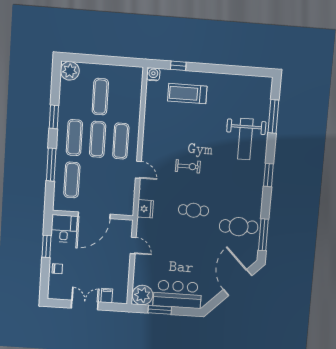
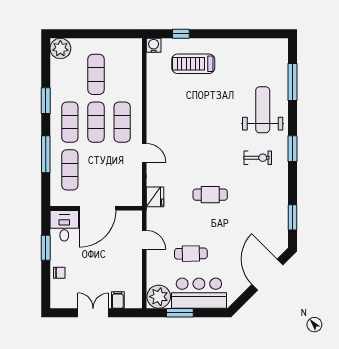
weight bench: (245, 139) -> (263, 110), turned 180
exercise bike: (188, 166) -> (258, 158), moved
cafe table: (239, 227) -> (191, 254), moved, width x0.73, depth x0.74
window: (263, 235) -> (292, 217), width x0.69

